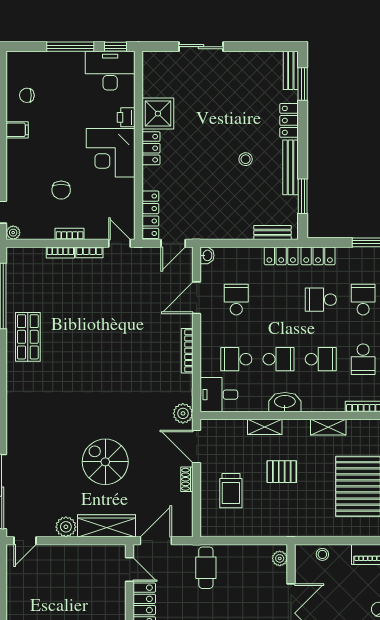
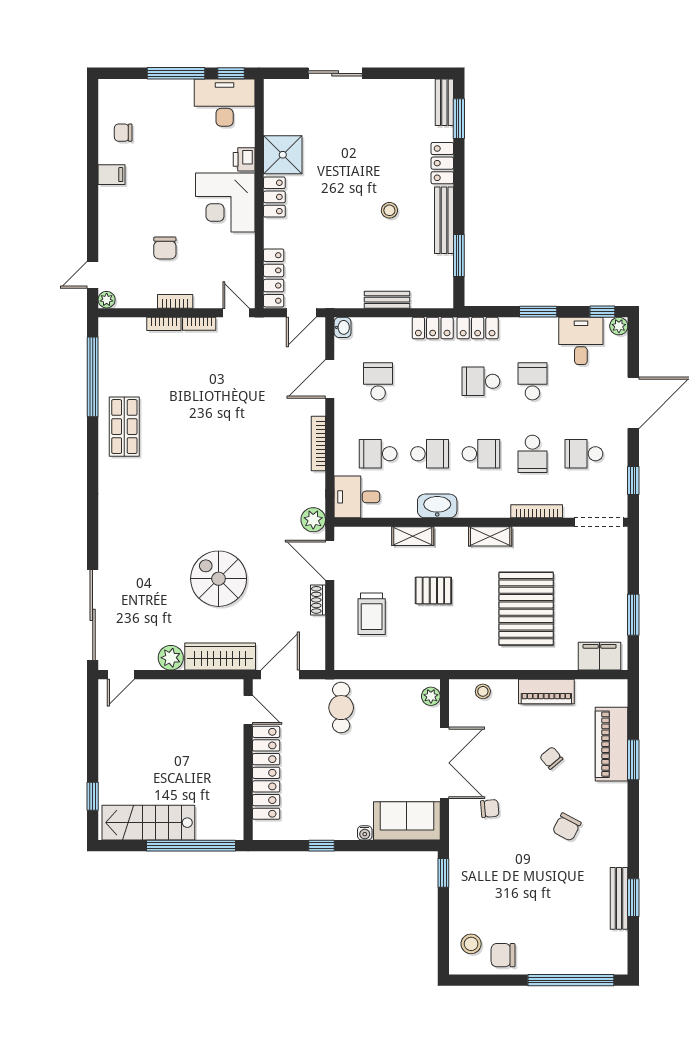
bench: (272, 233) -> (387, 300), moved

